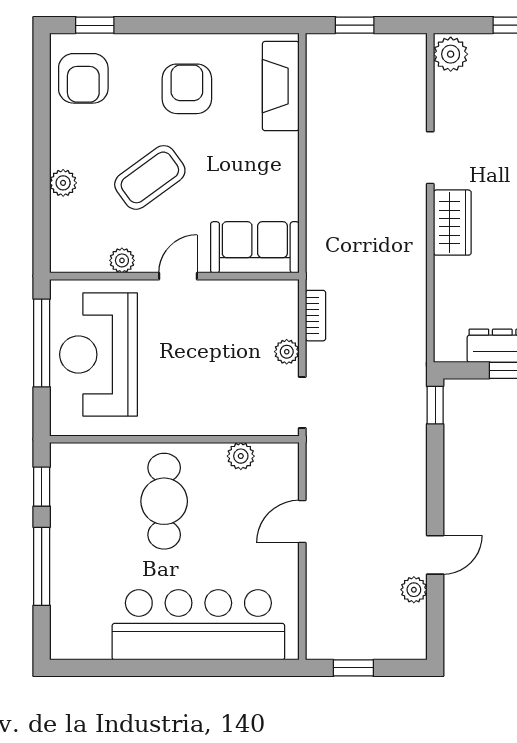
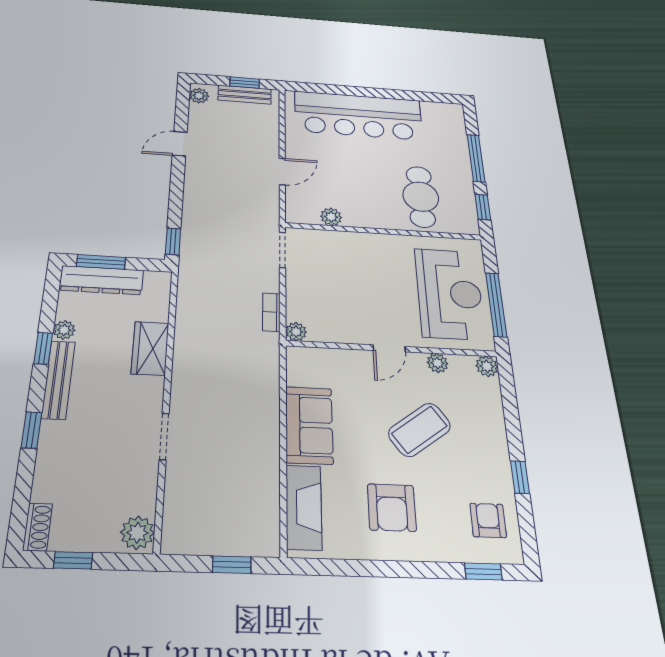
armchair: (83, 78) -> (488, 520), width x0.72, depth x0.72
window: (42, 127) -> (520, 477), added
plant: (63, 183) -> (487, 366), moved
wardrobe: (452, 223) -> (150, 348), moved
sofa: (255, 247) -> (309, 425), moved, turned -90
plant: (287, 352) -> (296, 332), moved
cafe table: (164, 501) -> (421, 197), moved
plant: (414, 590) -> (199, 96), moved
bench: (353, 646) -> (245, 95), added

